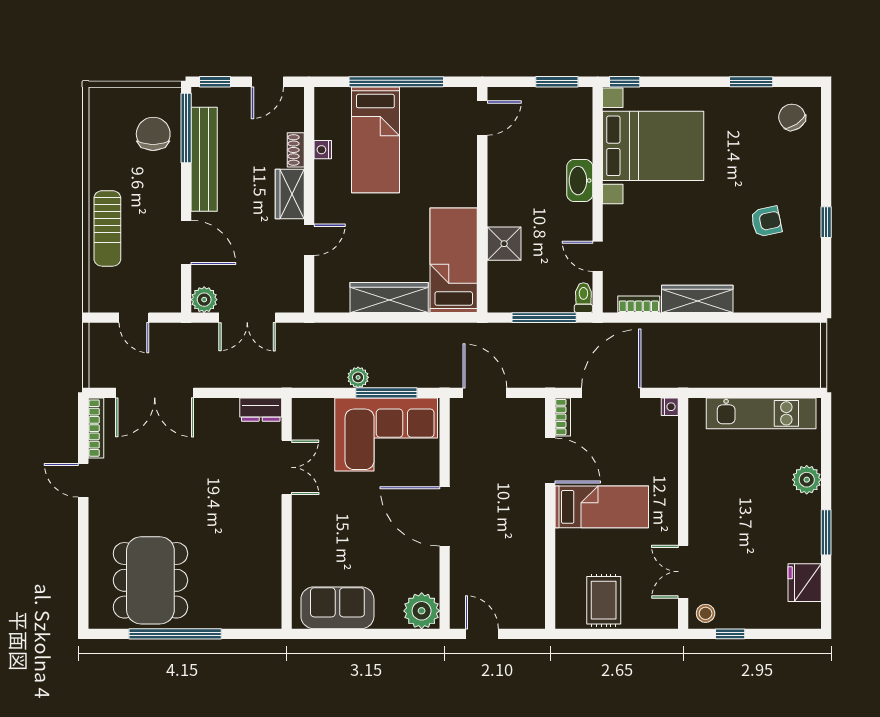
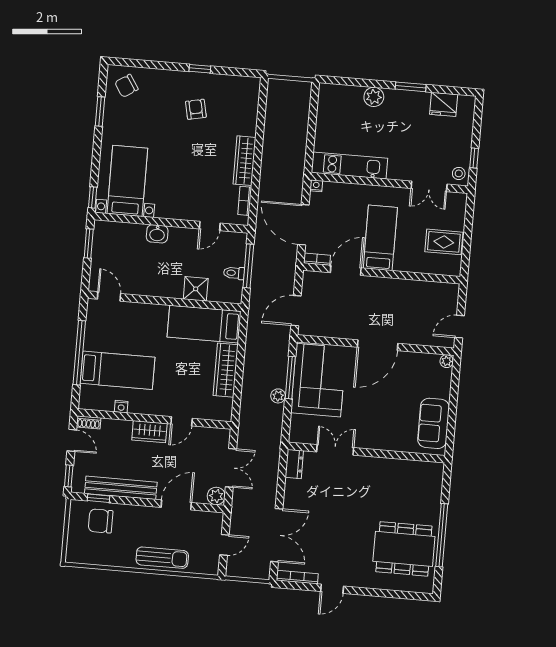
window: (186, 128) -> (98, 498), width x0.46
bed with nightstands: (653, 146) -> (127, 181), width x0.73
shoe rack: (296, 150) -> (89, 422), moved
washbasin: (580, 181) -> (157, 234), width x0.72
door: (309, 240) -> (182, 421), swing flipped
toilet: (583, 298) -> (234, 273), moved
kitchen unit: (761, 413) -> (349, 166), moved, turned -90
plant: (422, 611) -> (447, 361), width x0.53, depth x0.53

